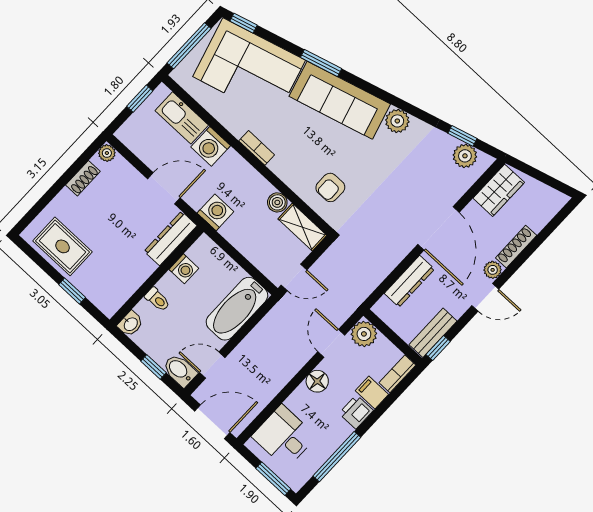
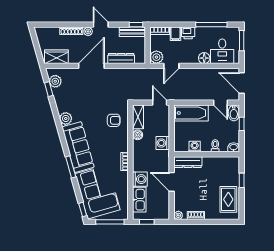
washing machine: (215, 212) -> (163, 143), moved
floor lamp: (317, 381) -> (204, 58), moved

